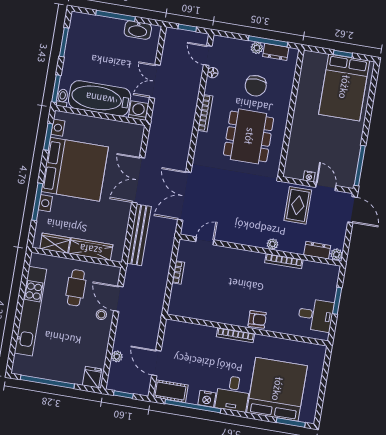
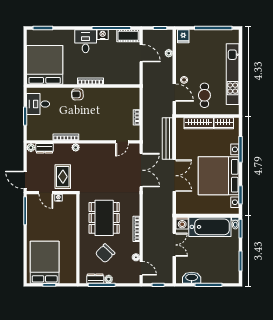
chair: (256, 86) -> (105, 253), turned -136
bed: (277, 389) -> (45, 65), moved, turned 180

